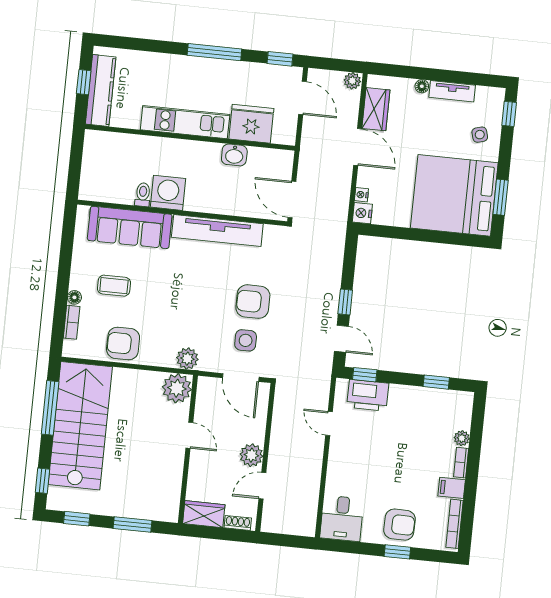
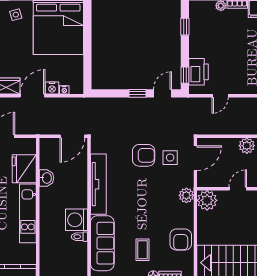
nightstand: (362, 213) -> (52, 88), moved
armchair: (253, 302) -> (144, 155), turned -90

